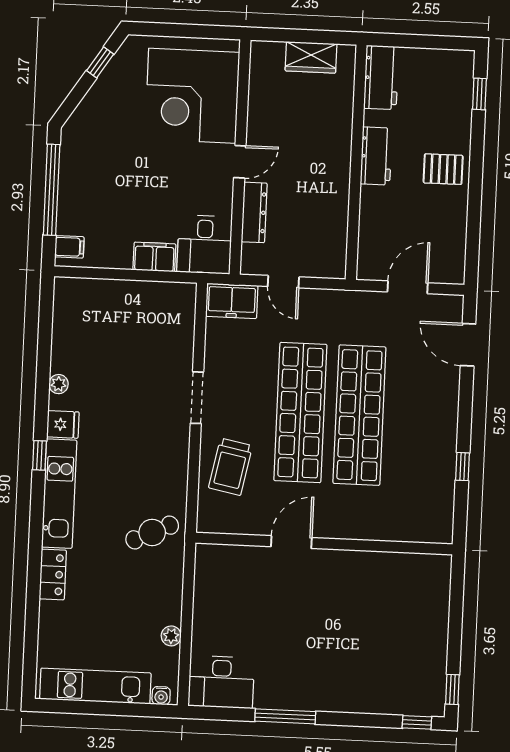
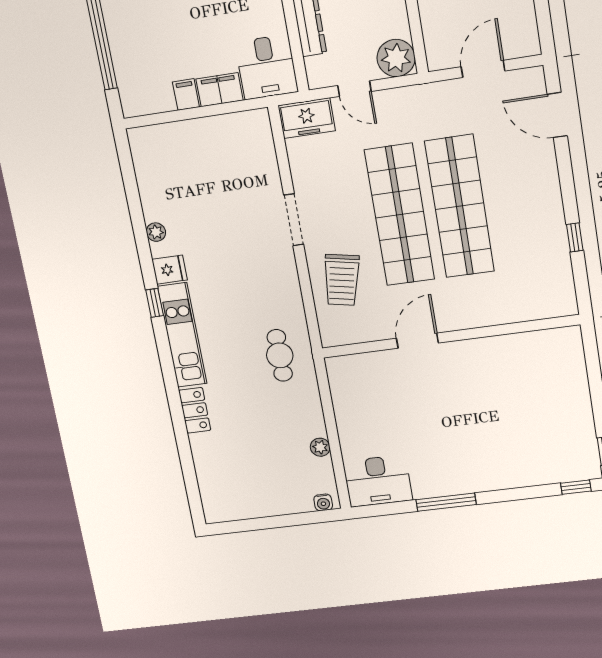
filing cabinet: (69, 247) -> (186, 94), moved, turned -90
plant: (329, 261) -> (396, 58), added
cafe table: (152, 532) -> (280, 355), turned -65
kitchen unit: (95, 686) -> (259, 504), removed

